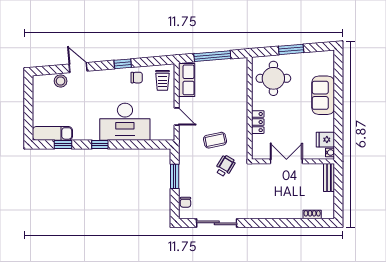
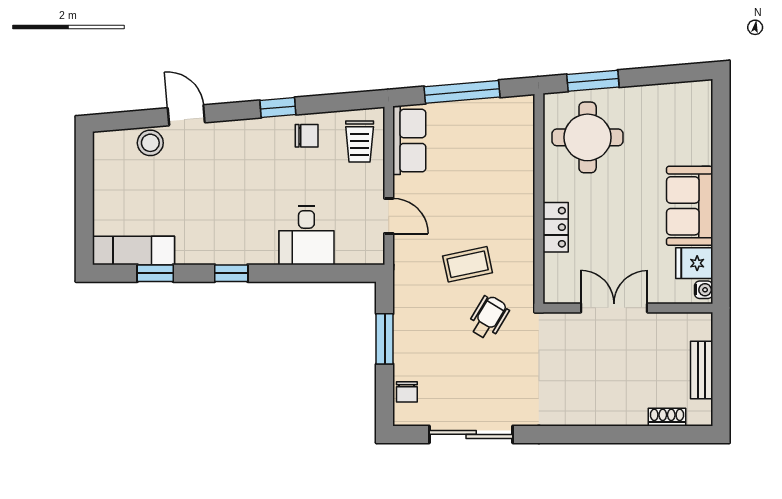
window: (291, 49) -> (593, 81), moved
sofa: (323, 95) -> (690, 206), moved
desk: (125, 122) -> (306, 235), width x0.53, depth x0.77
bench: (329, 177) -> (702, 370), moved

